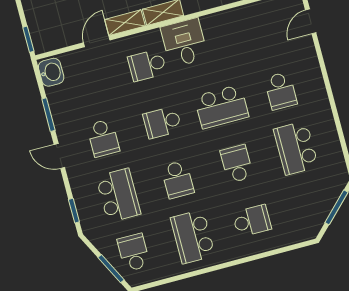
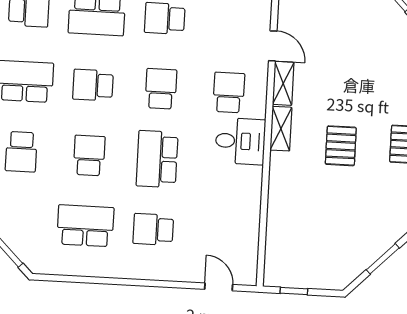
school desk: (237, 164) -> (89, 155), turned -90

